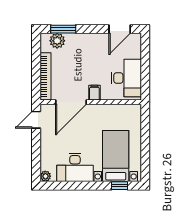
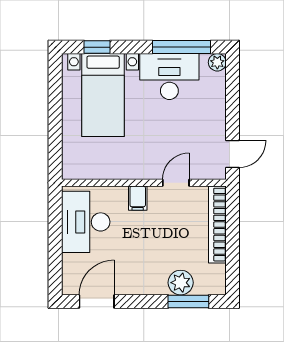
plant: (57, 41) -> (181, 283), moved
door: (71, 102) -> (176, 183), width x0.53
window: (68, 186) -> (181, 47), added

